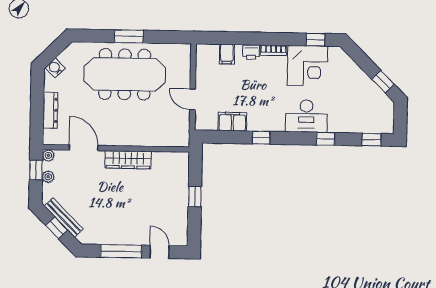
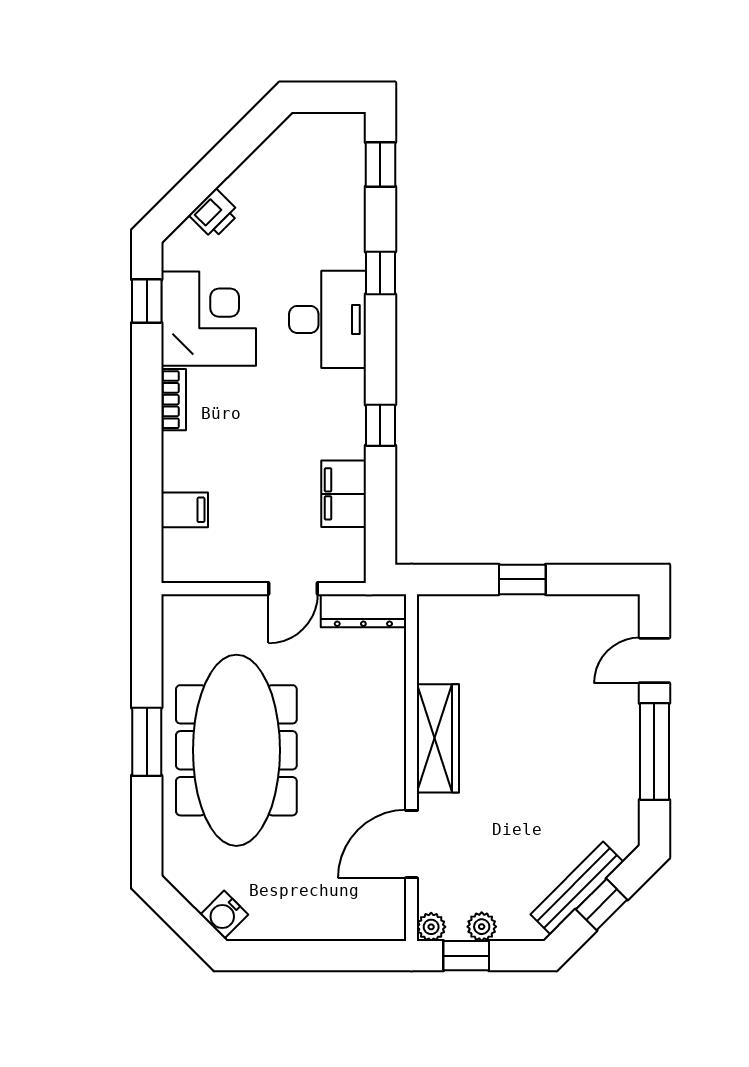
printer: (251, 52) -> (214, 214), moved, turned 45
window: (383, 82) -> (243, 140), removed
dresser: (50, 110) -> (363, 611), moved, turned 180

